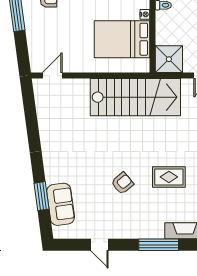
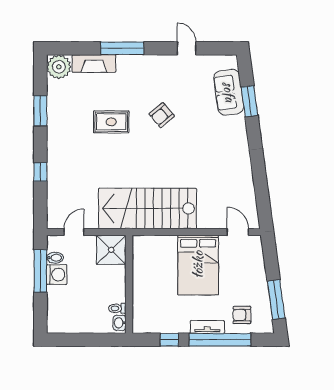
nightstand: (145, 14) -> (137, 298), removed
bed: (122, 39) -> (198, 265), moved, turned 90
door: (52, 76) -> (238, 232), swing flipped

